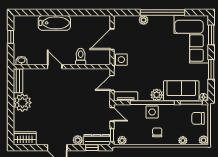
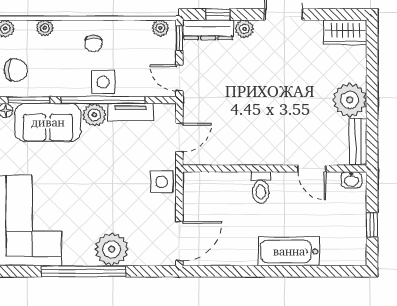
plant: (144, 20) -> (112, 249), width x1.88, depth x1.88
door: (112, 39) -> (179, 241), moved
toilet: (81, 57) -> (261, 188), moved
door: (55, 67) -> (312, 169), moved
tv unit: (126, 96) -> (130, 112), moved

